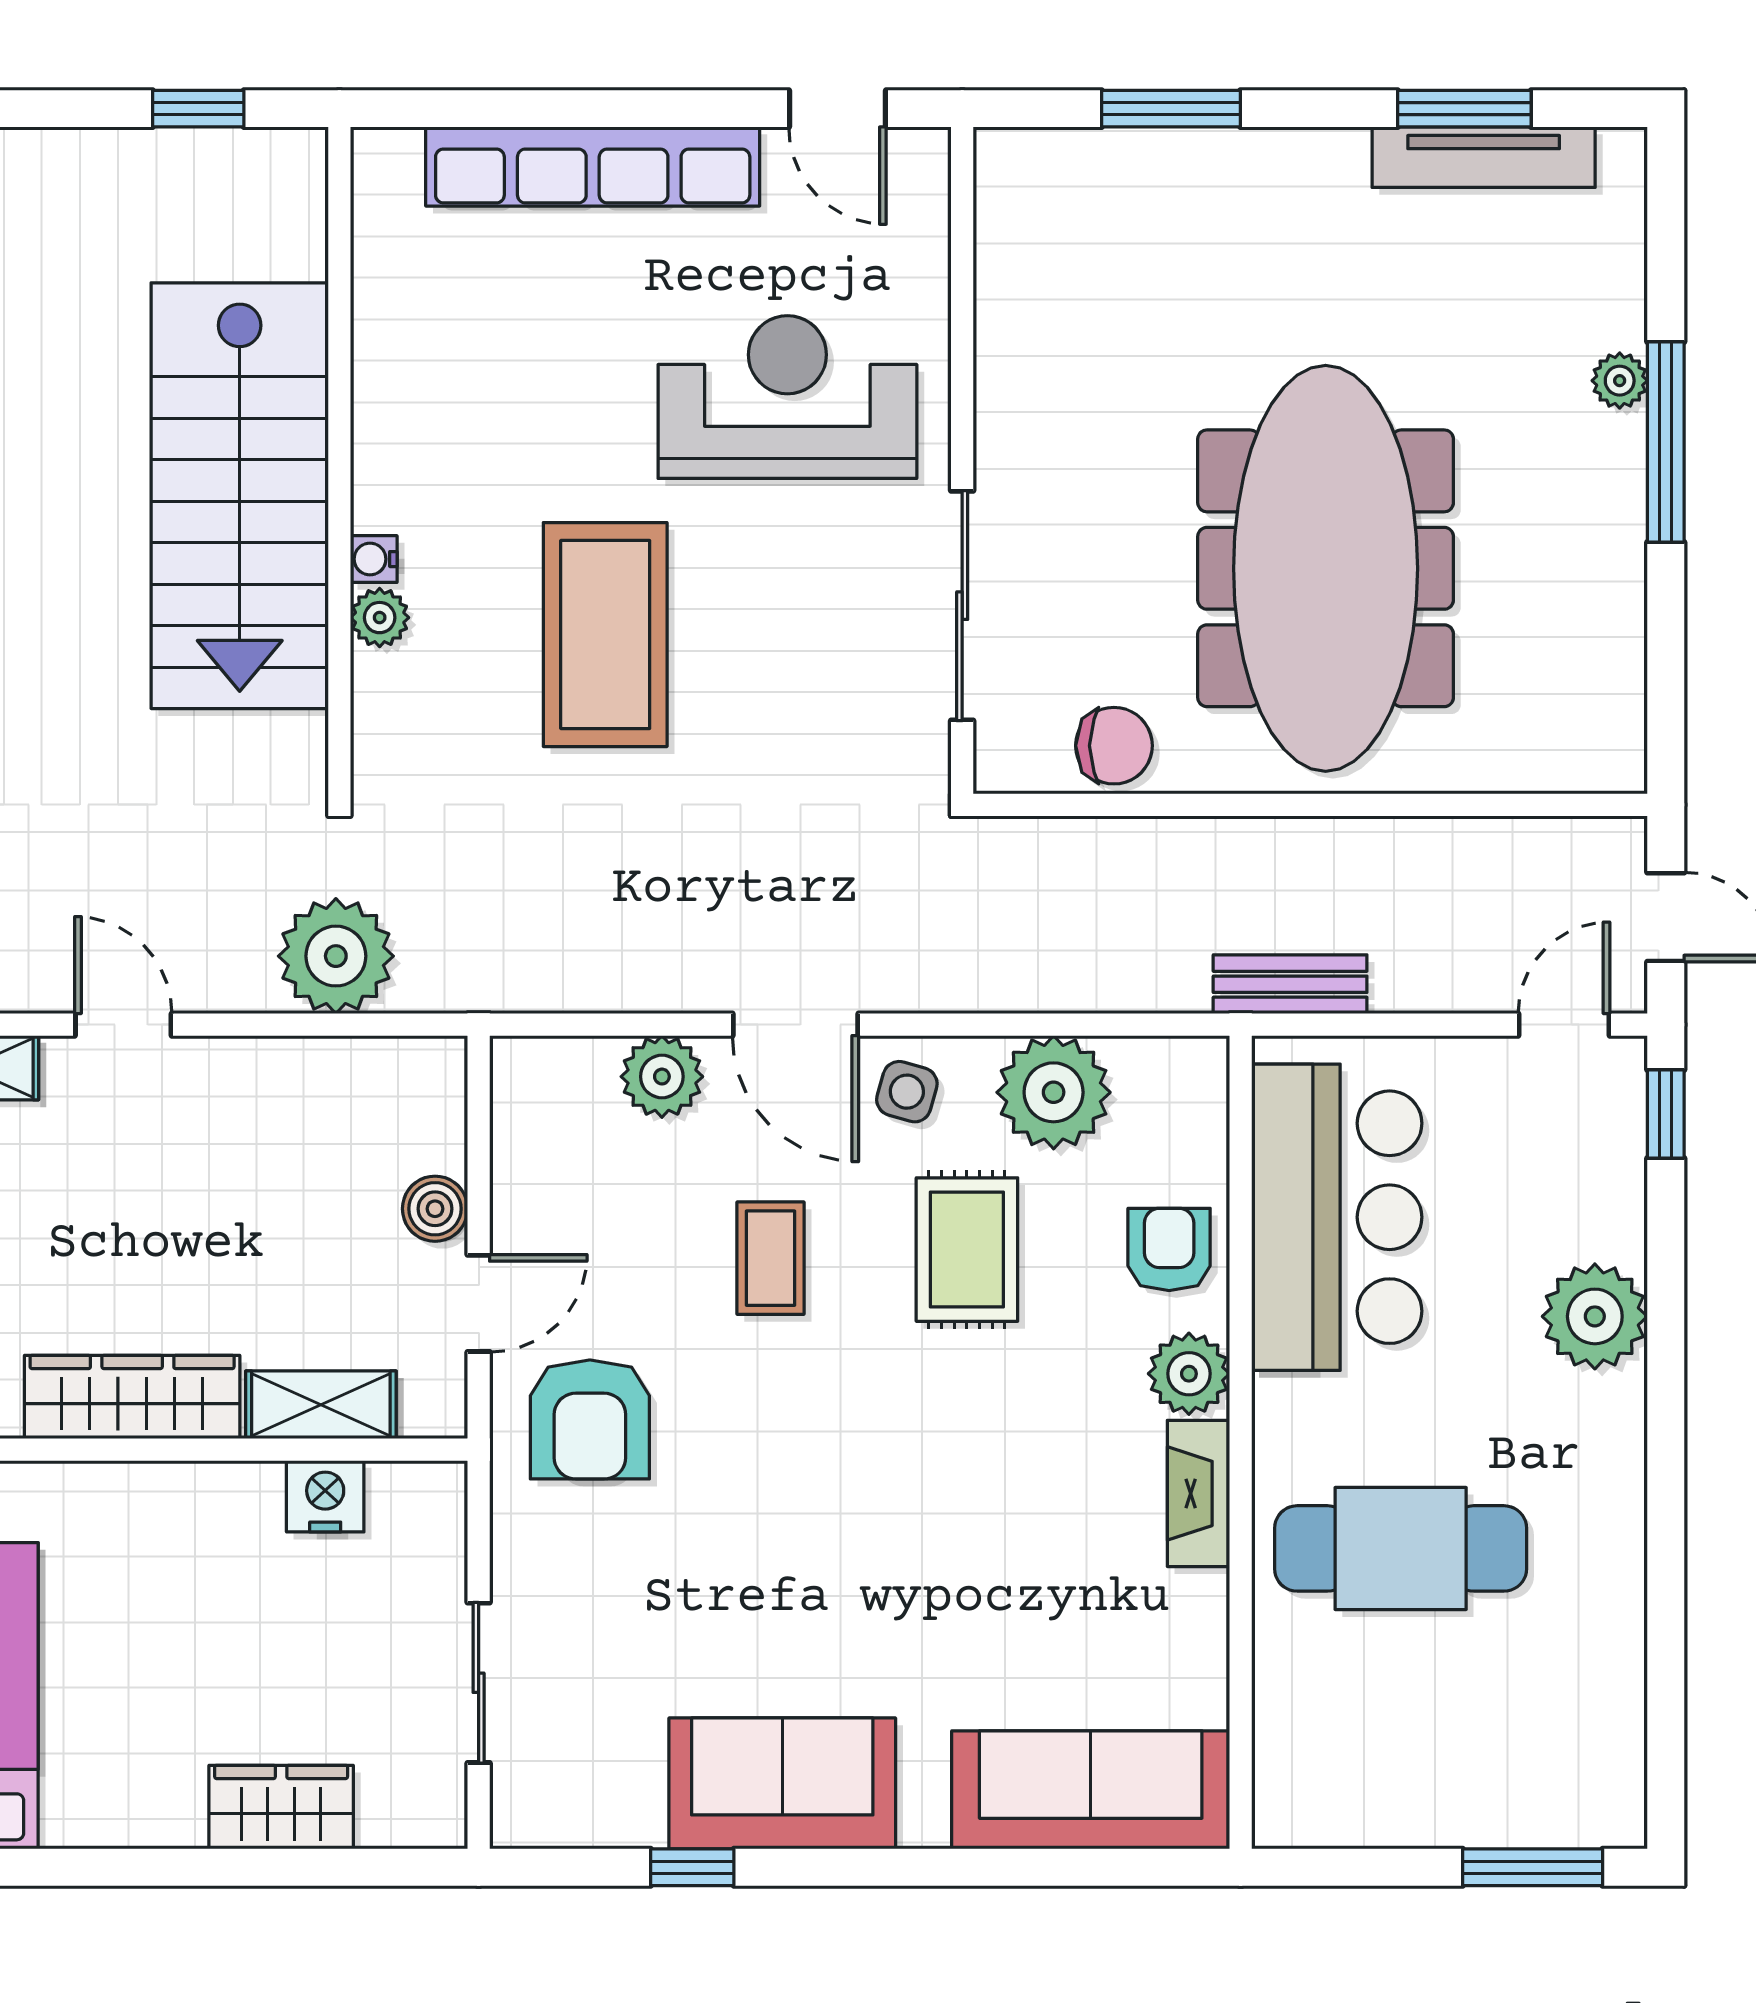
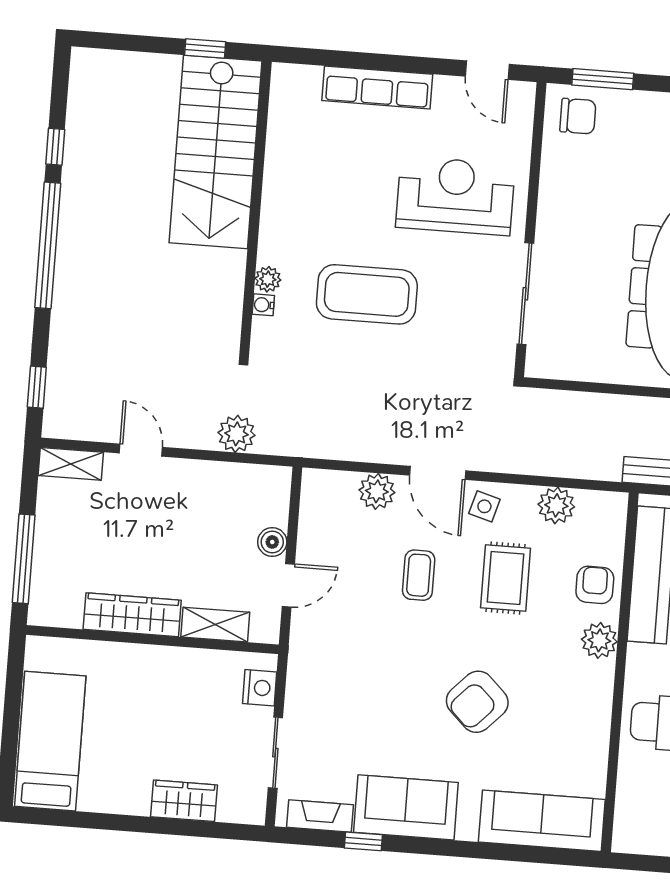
window: (1171, 109) -> (603, 79), moved
row of seats: (593, 167) -> (377, 87), width x0.73
stairs: (240, 496) -> (216, 152), moved
water cooler: (374, 559) -> (263, 305), moved
coffee table: (605, 635) -> (367, 294), turned 90
chair: (1114, 746) -> (578, 116), moved
plant: (336, 956) -> (237, 434), width x0.73, depth x0.73
plant: (1054, 1092) -> (556, 505), width x0.73, depth x0.73
armchair: (590, 1419) -> (477, 702), moved, turned 44
fireplace: (1198, 1493) -> (320, 816), moved, turned 90
nightstand: (325, 1496) -> (260, 688), moved, turned 90

